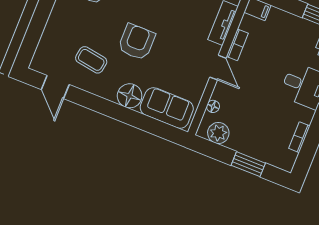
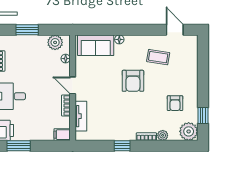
floor lamp: (130, 96) -> (119, 39), width x0.53, depth x0.53

